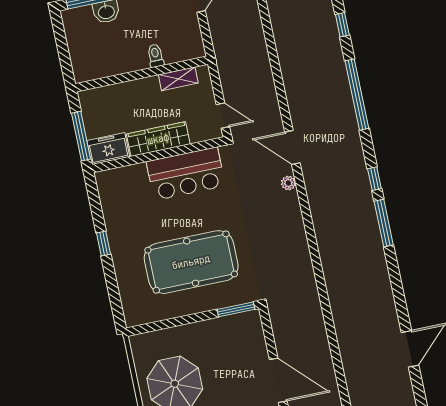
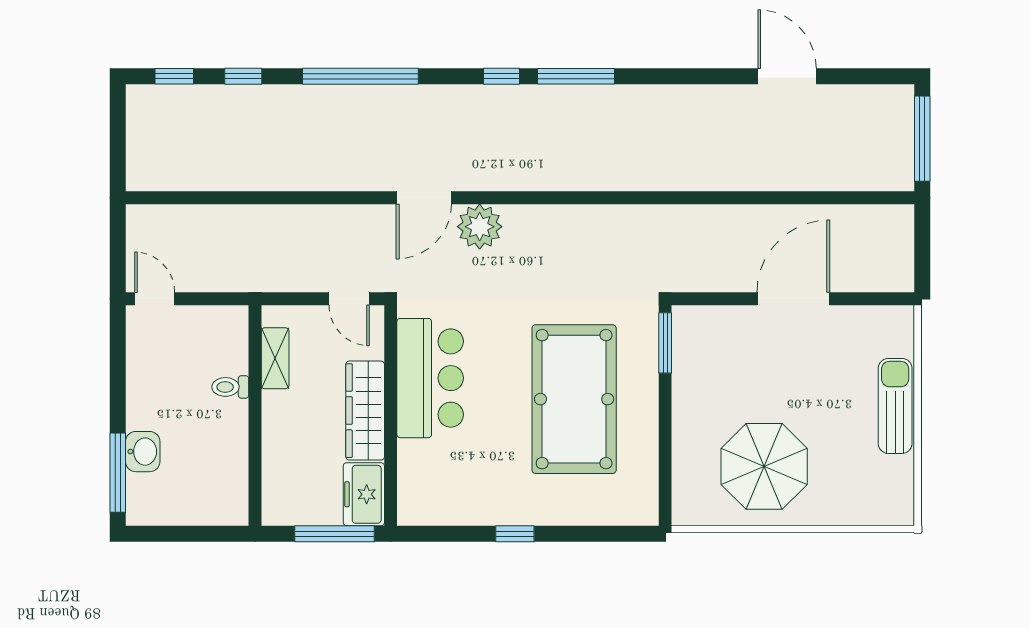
door: (223, 116) -> (349, 299), swing flipped
plant: (288, 183) -> (480, 227), width x1.88, depth x1.88

